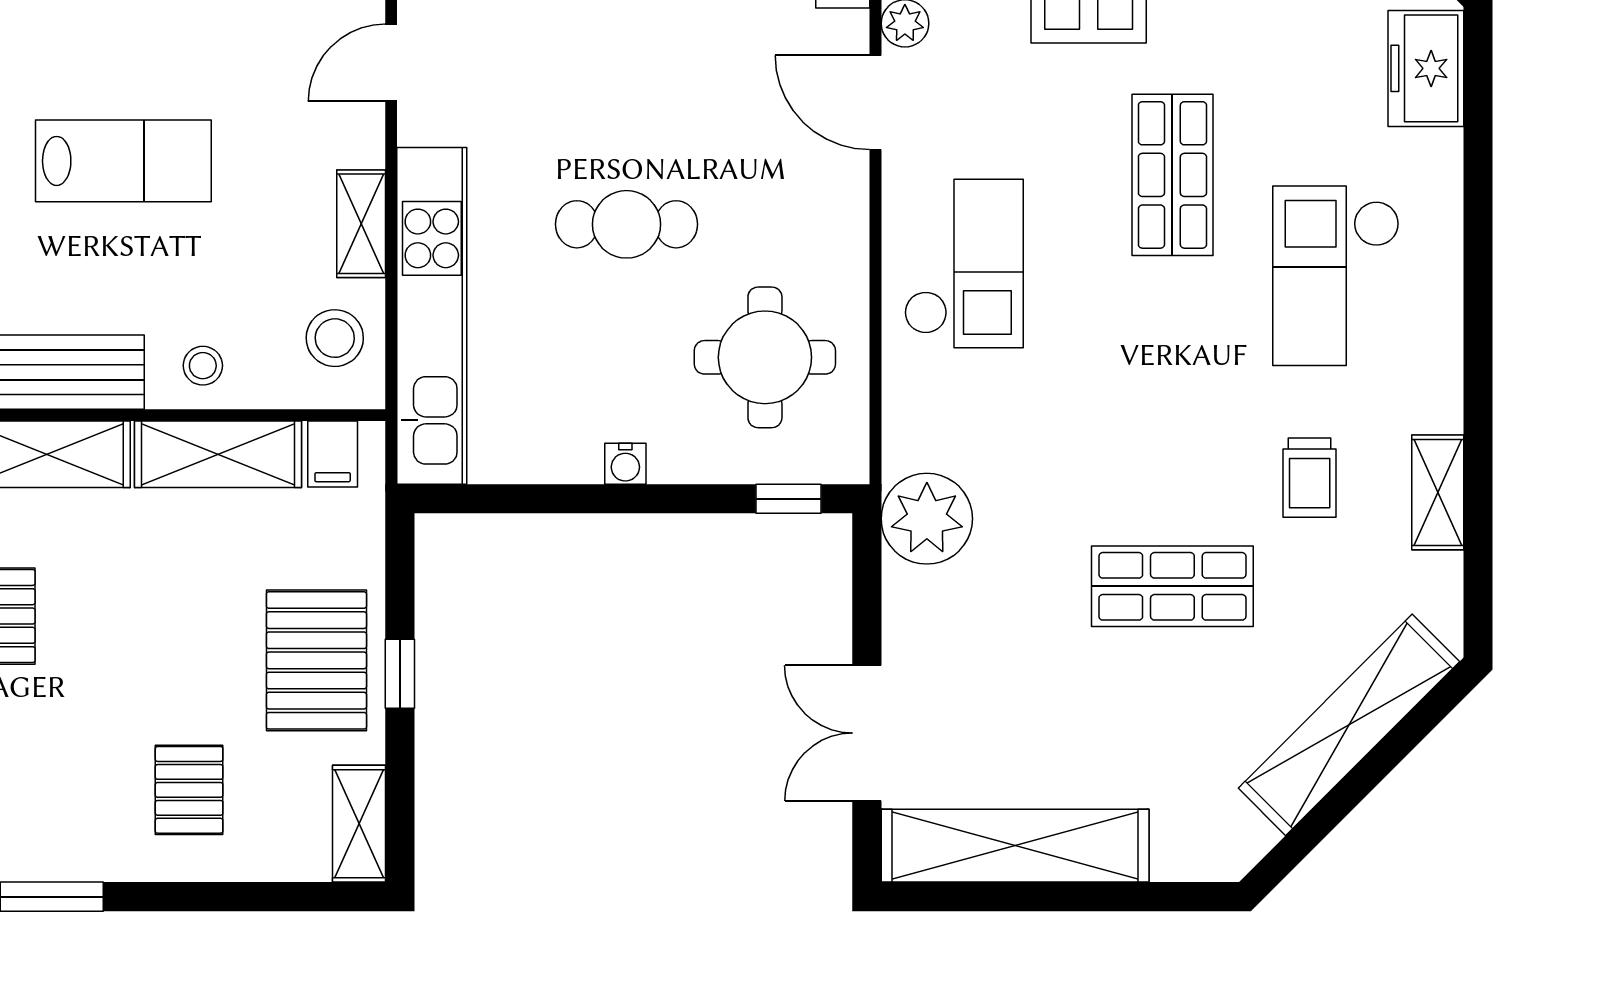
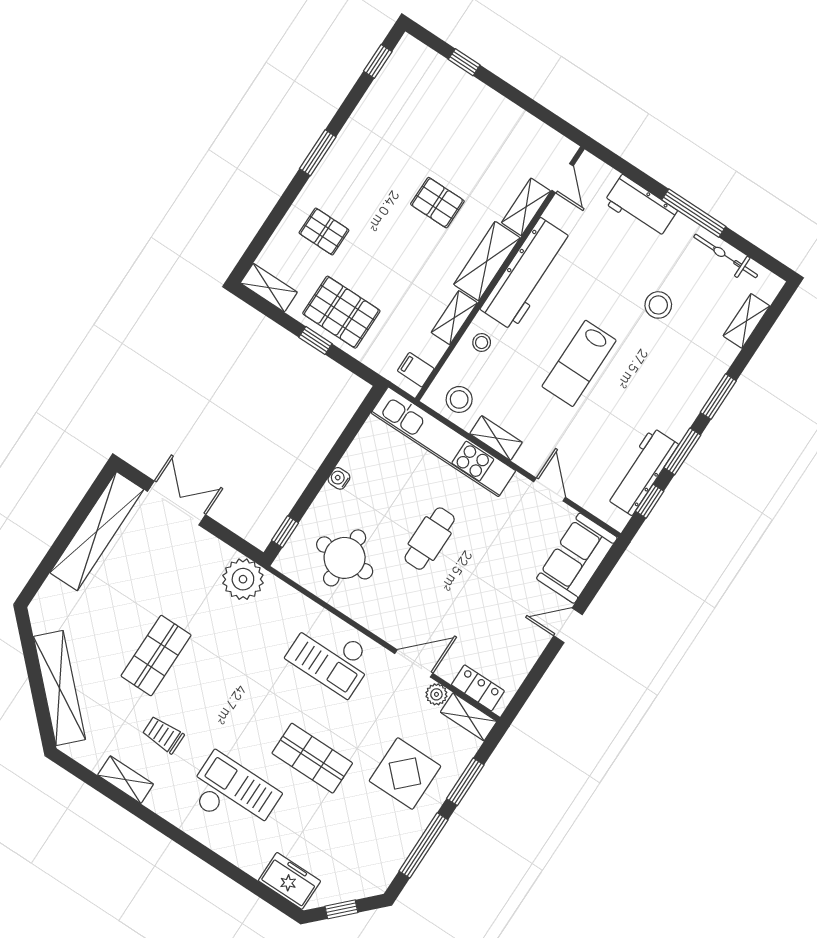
shelving: (218, 454) -> (454, 318), width x0.67, depth x0.75

